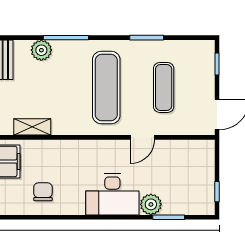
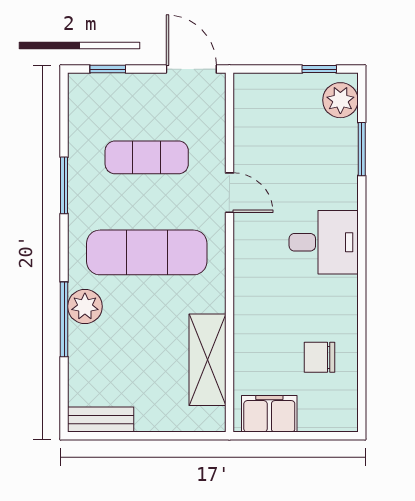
plant: (41, 50) -> (85, 306), moved
shelving: (32, 127) -> (207, 360), width x1.50, depth x1.33
desk: (112, 194) -> (324, 242), width x0.73
plant: (151, 204) -> (340, 100), moved

